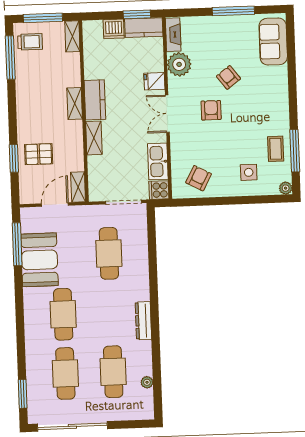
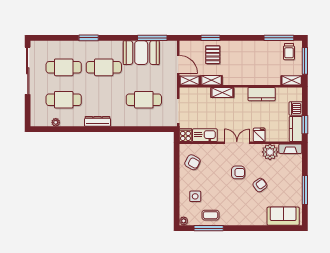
kitchen counter: (95, 100) -> (262, 94), moved
shelving: (75, 103) -> (211, 80), moved
window: (23, 394) -> (89, 38), moved

